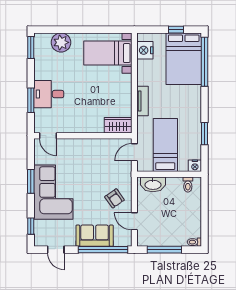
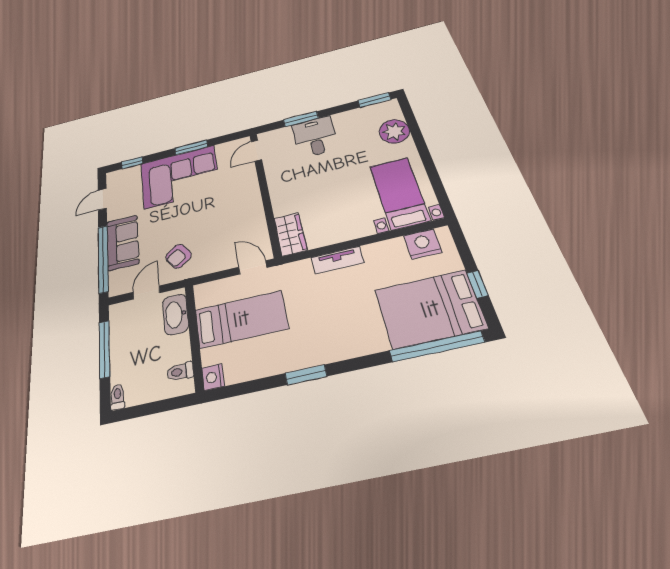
bed: (165, 145) -> (241, 319), moved
nightstand: (195, 166) -> (213, 377), moved
wall: (169, 174) -> (194, 336), moved
washbasin: (153, 184) -> (175, 314), moved
toilet: (188, 185) -> (180, 372), moved

